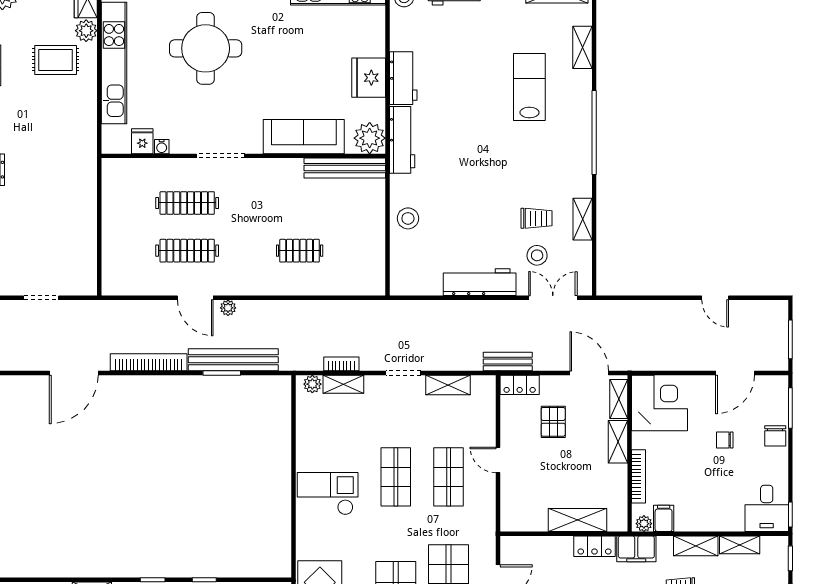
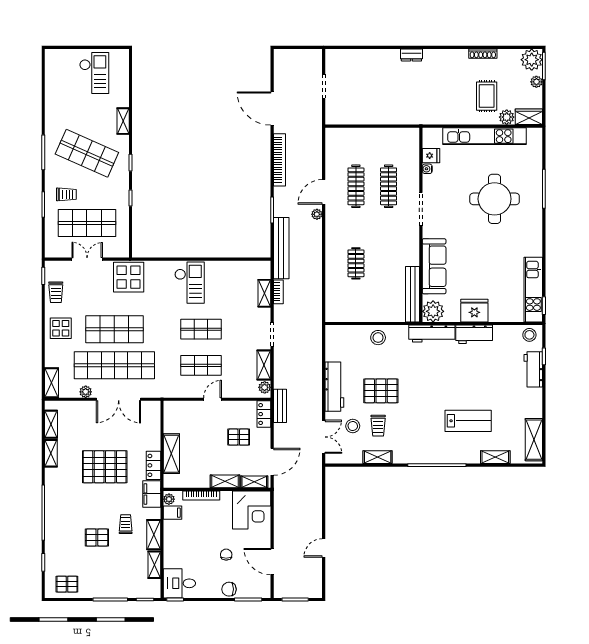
pallet: (486, 214) -> (381, 391), added
bench: (233, 360) -> (281, 248), moved
plant: (312, 384) -> (265, 387), moved

